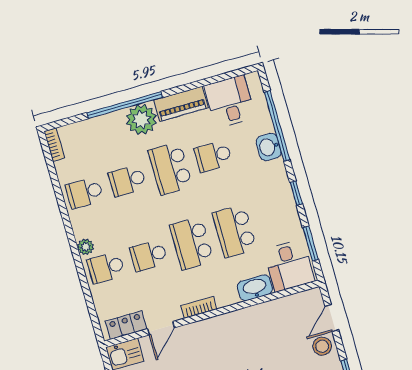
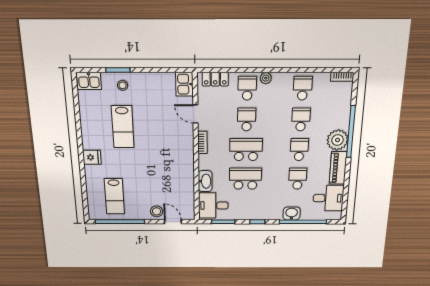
school desk: (170, 168) -> (299, 150), width x0.54
locker: (126, 325) -> (215, 79), moved, turned 90

